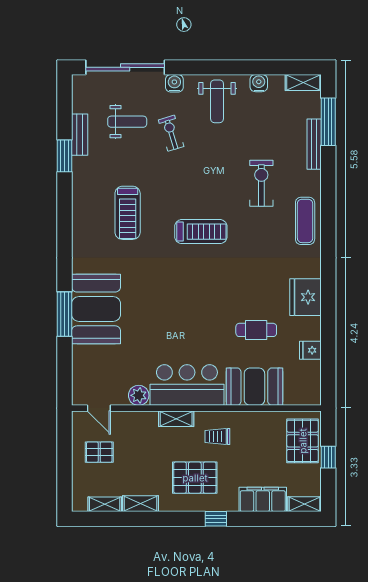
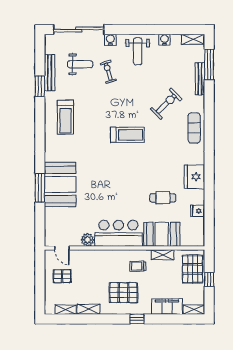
bench: (80, 135) -> (50, 73), width x1.36
exercise bike: (261, 183) -> (166, 104), turned 46
treadmill: (128, 213) -> (65, 117), moved
shelving: (176, 419) -> (163, 255), moved

